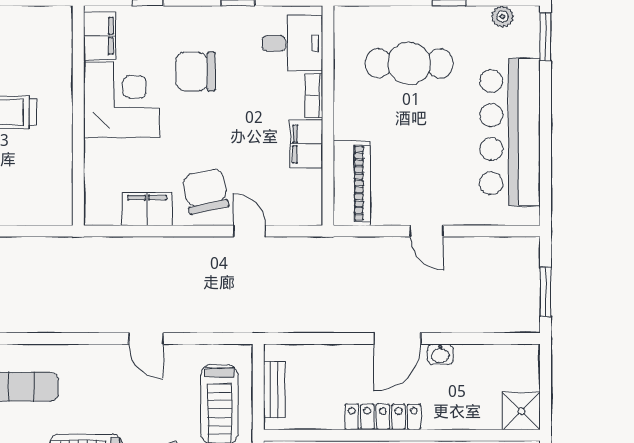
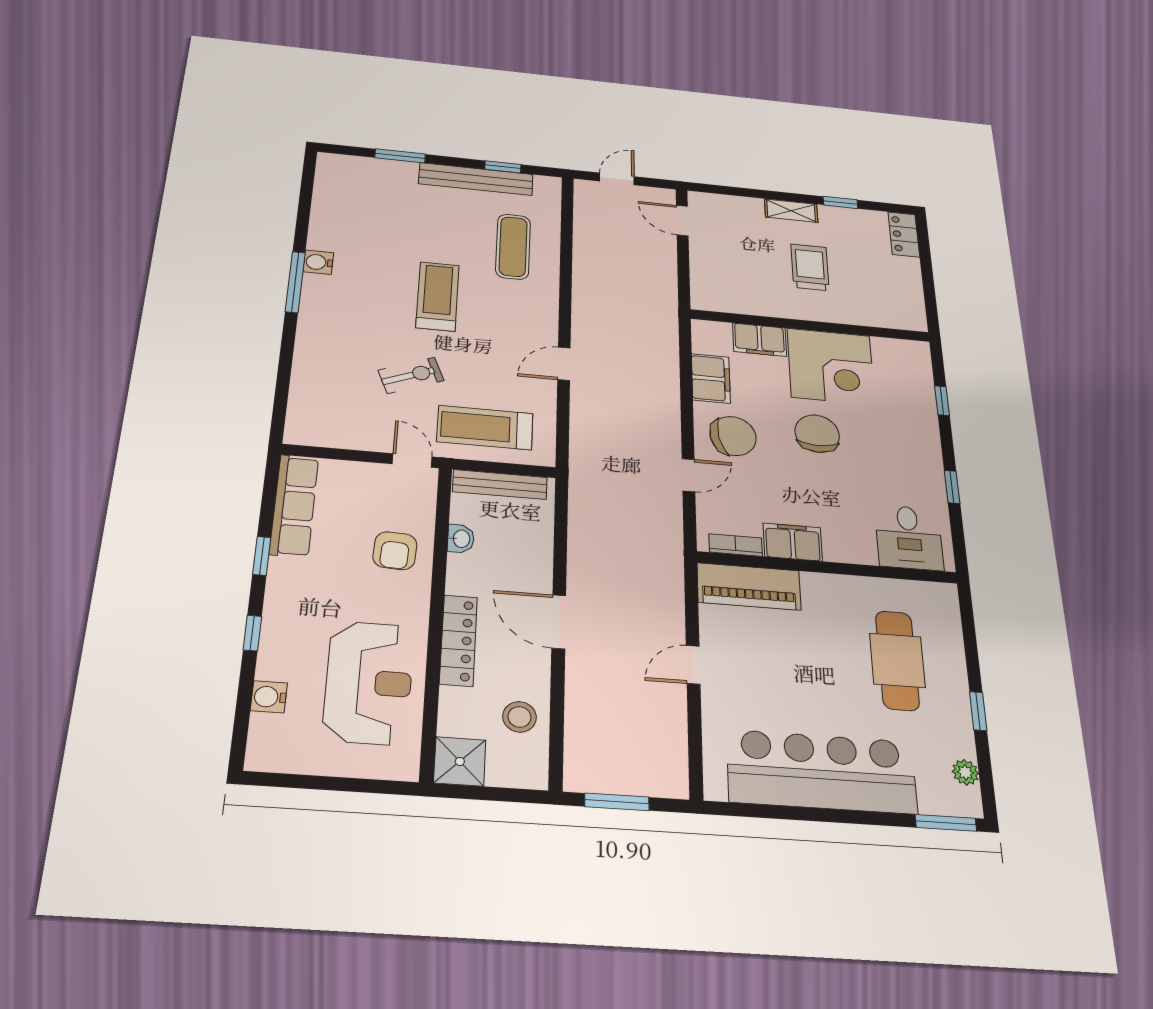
filing cabinet: (100, 36) -> (759, 340), moved
chair: (196, 72) -> (817, 434), moved
bookcase: (314, 96) -> (736, 545), moved
washbasin: (440, 354) -> (461, 539), moved, turned 180
stool: (482, 367) -> (519, 717), added
bench: (274, 390) -> (500, 485), width x1.36
locker: (383, 417) -> (458, 640), moved

